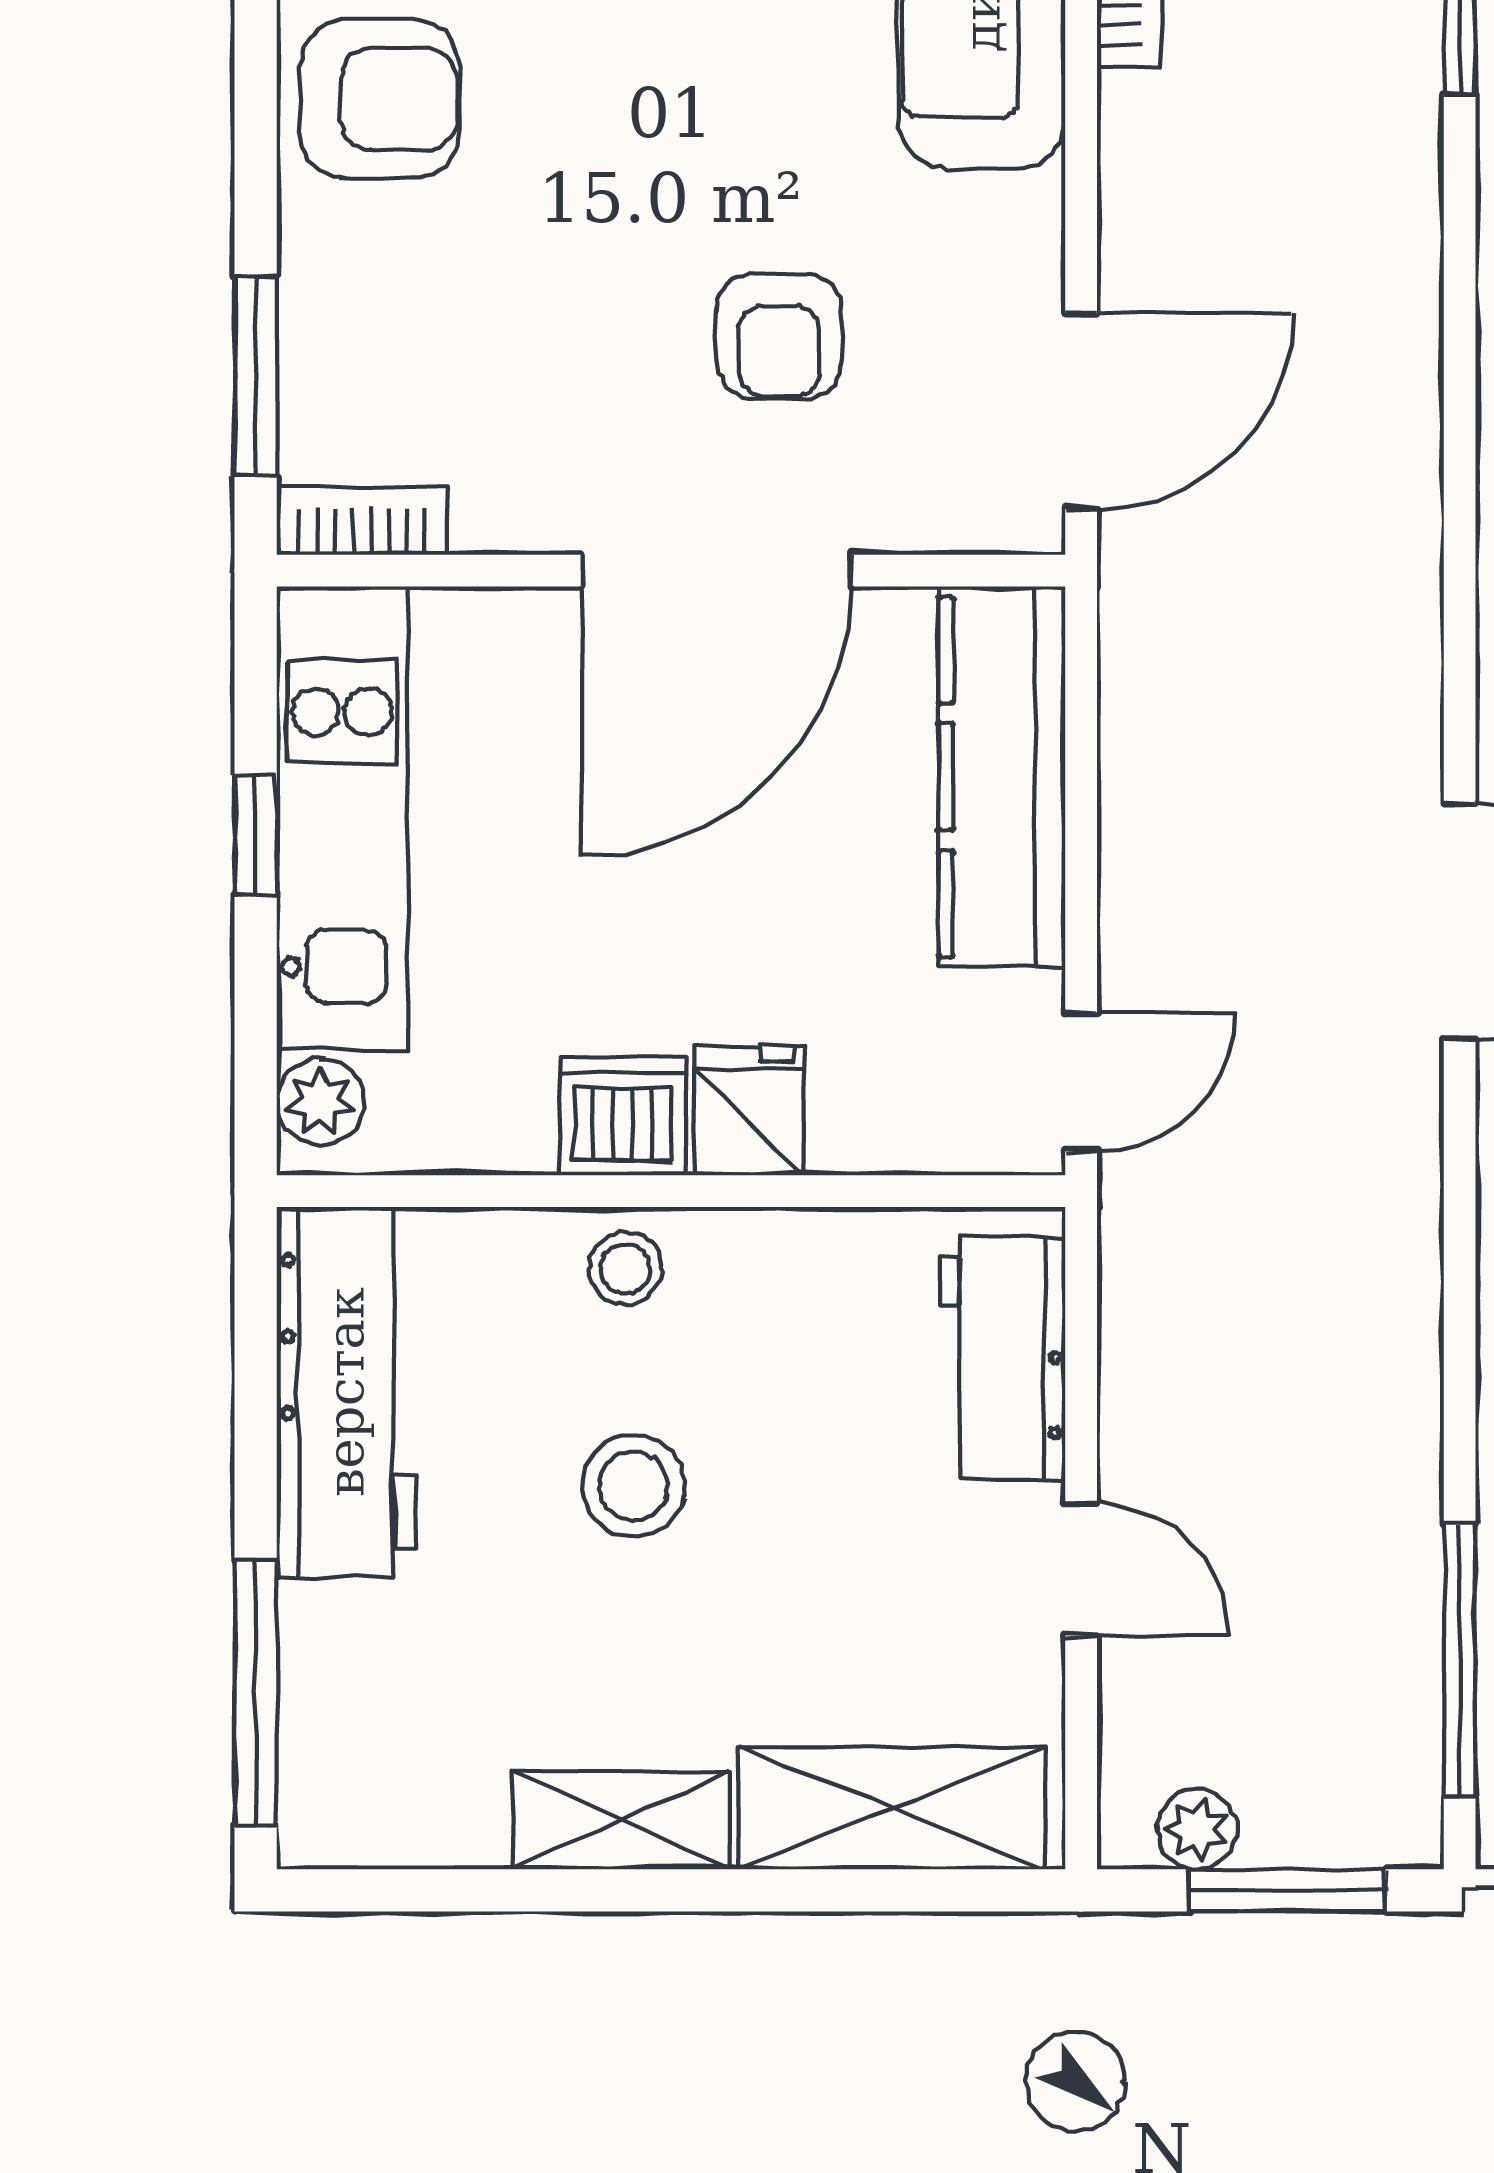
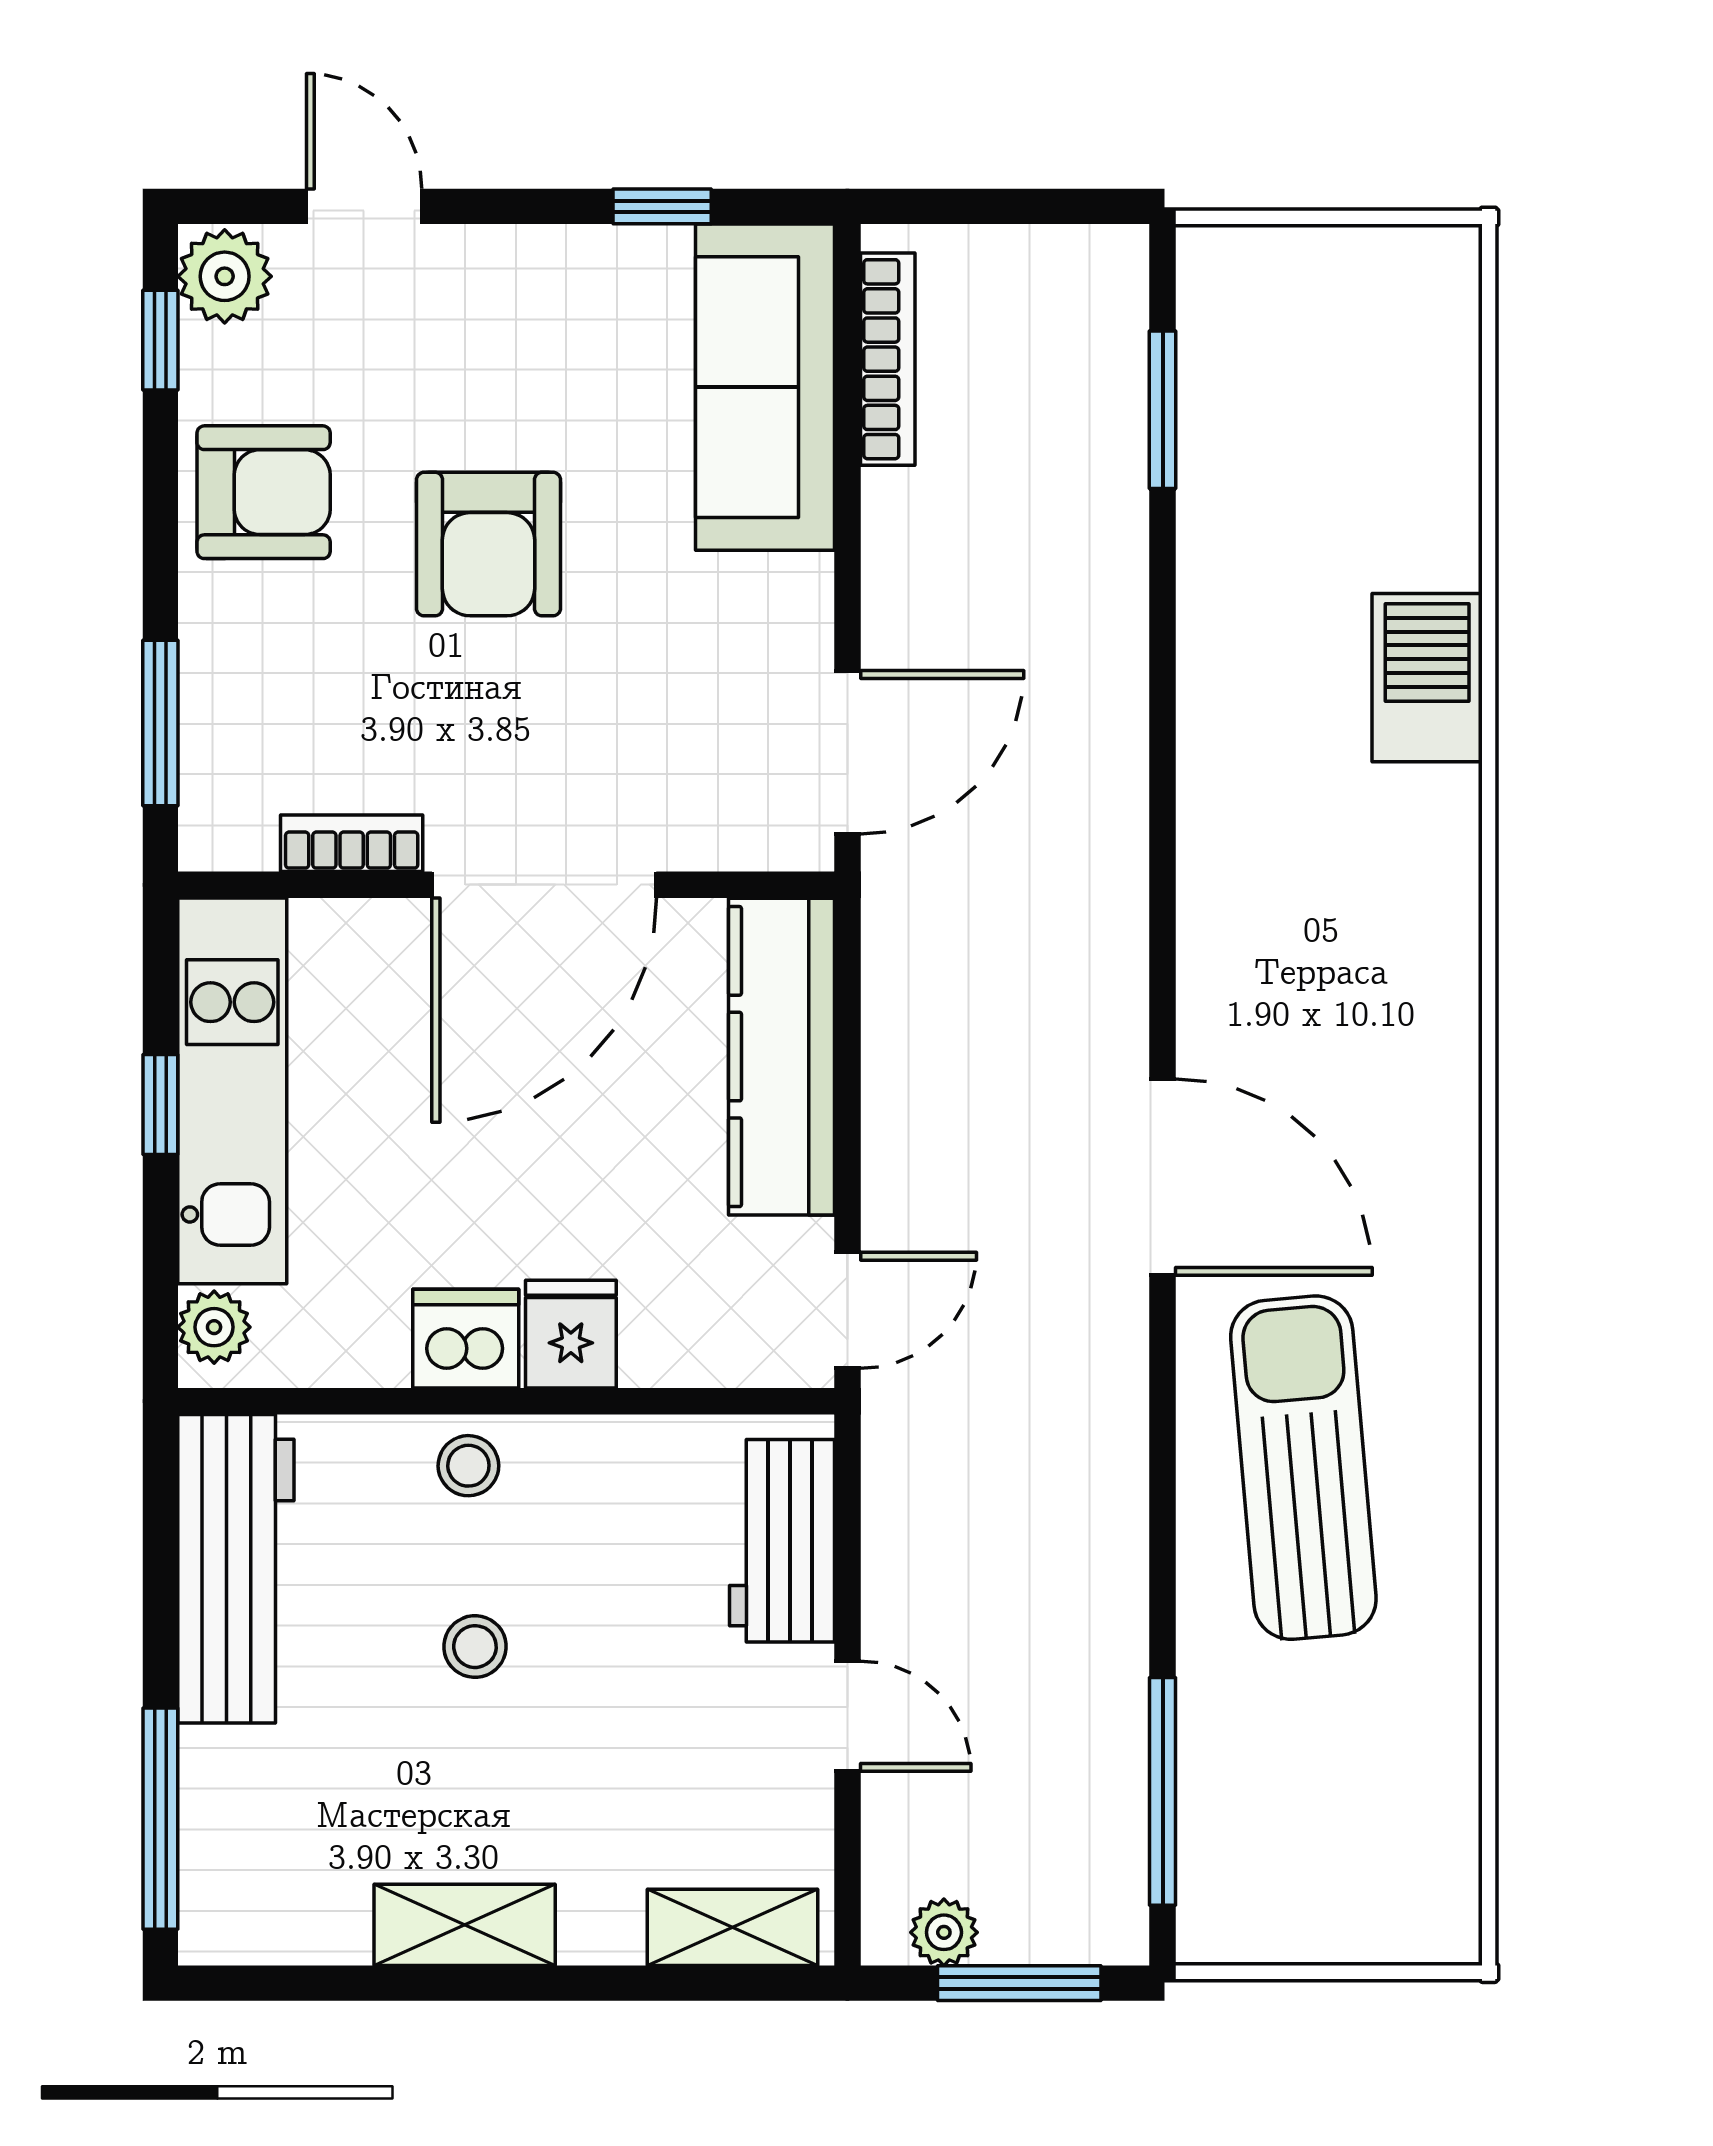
armchair: (779, 336) -> (488, 544), moved, width x1.38, depth x1.38
bookcase: (362, 521) -> (352, 843), moved
stool: (634, 1486) -> (475, 1647), width x0.73, depth x0.73
shelving: (892, 1808) -> (732, 1927), width x0.67, depth x0.75

